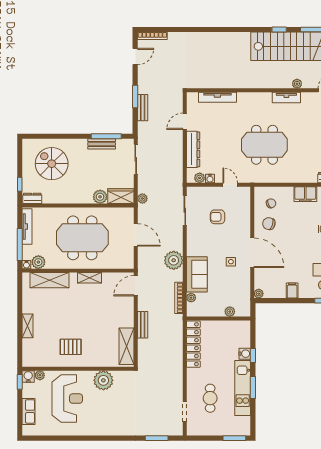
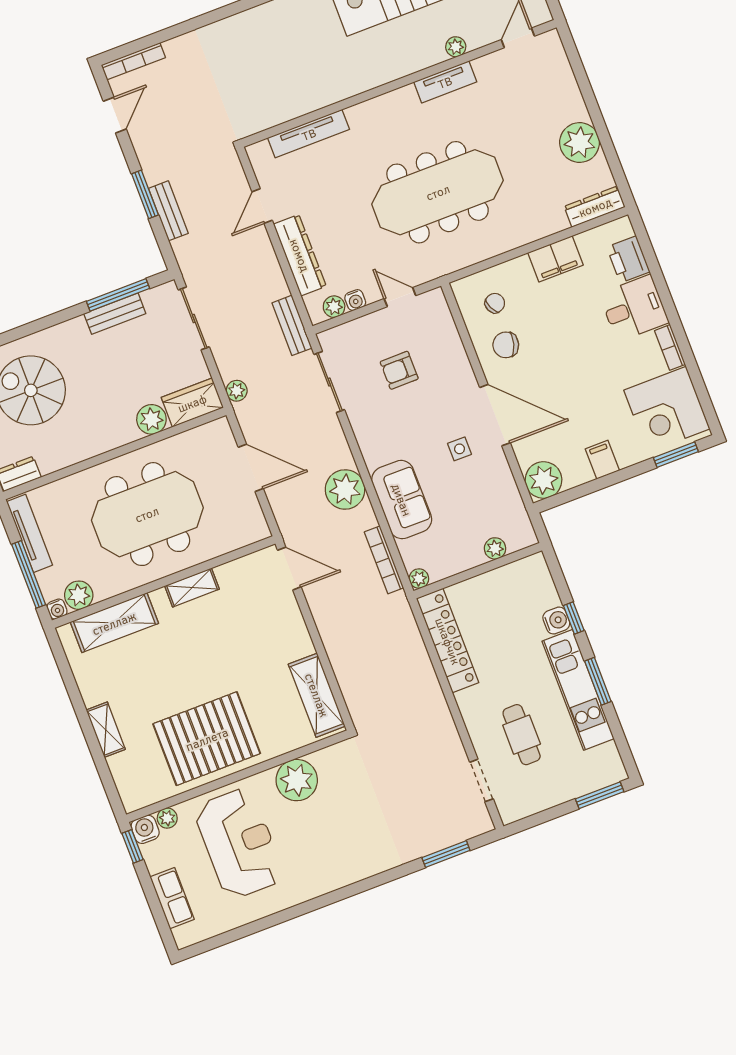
meeting table: (264, 145) -> (438, 192), width x1.36
door: (136, 286) -> (289, 569), swing flipped
plant: (259, 294) -> (543, 480), width x1.88, depth x1.88
plant: (191, 298) -> (419, 579), moved
bench: (143, 325) -> (292, 325), moved
pallet: (71, 347) -> (207, 739), width x2.05, depth x2.00

